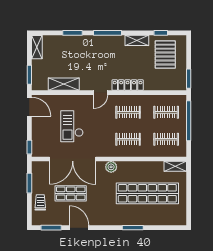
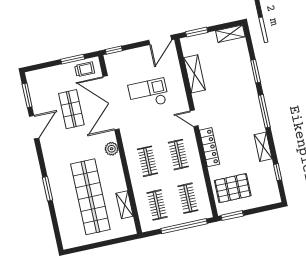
pallet: (165, 55) -> (233, 188), moved
shelving: (175, 166) -> (125, 205), moved
trolley: (40, 202) -> (85, 69), moved

